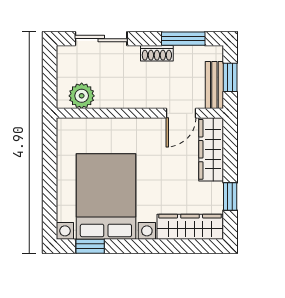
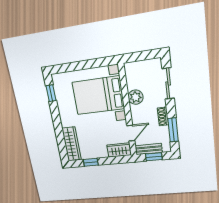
plant: (82, 96) -> (136, 97), moved
door: (181, 113) -> (131, 133), swing flipped
wardrobe: (211, 149) -> (119, 150), width x0.67
bed with nightstands: (106, 197) -> (98, 96), moved, turned 180

